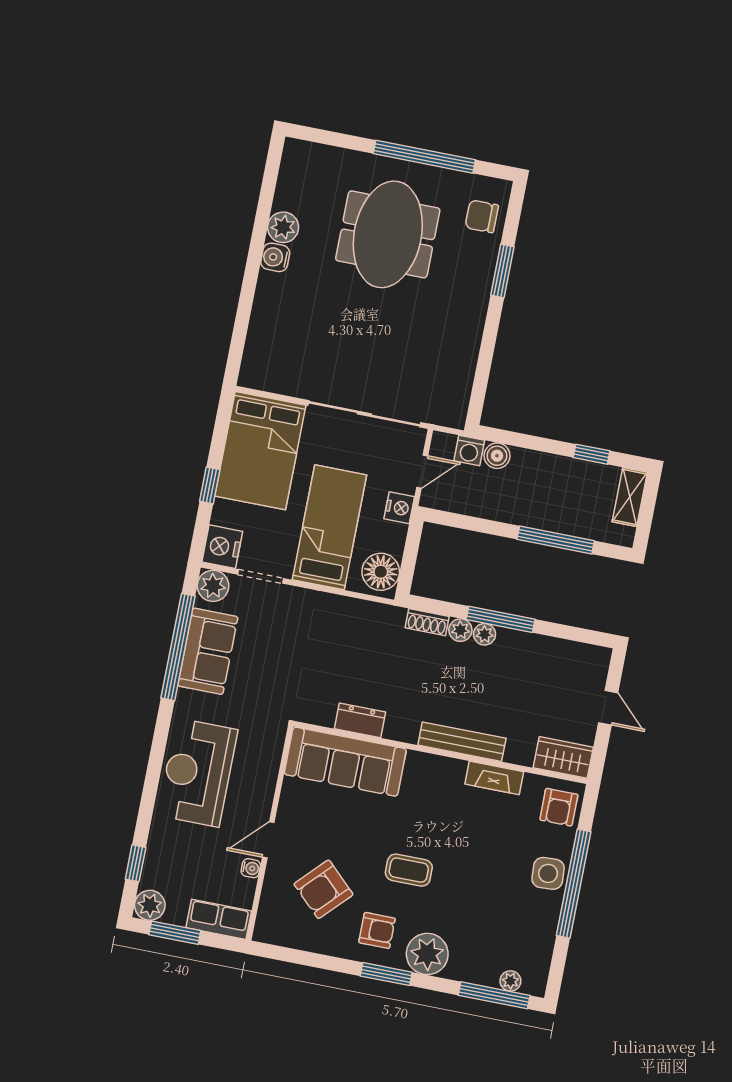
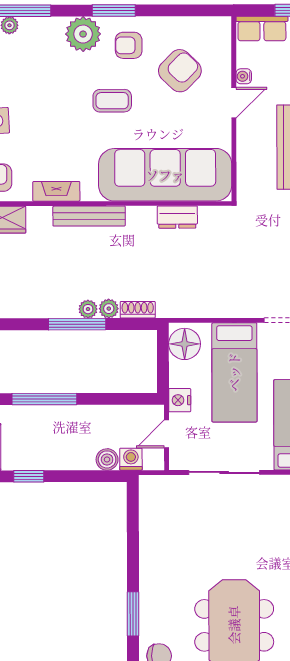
sliding door: (364, 414) -> (224, 472), width x0.73
sofa: (345, 762) -> (165, 175), width x1.36, depth x1.27

